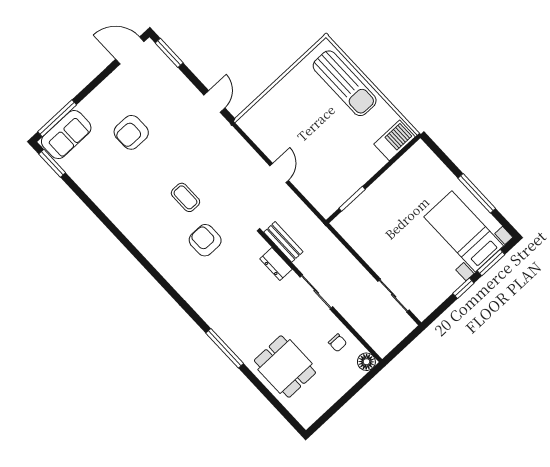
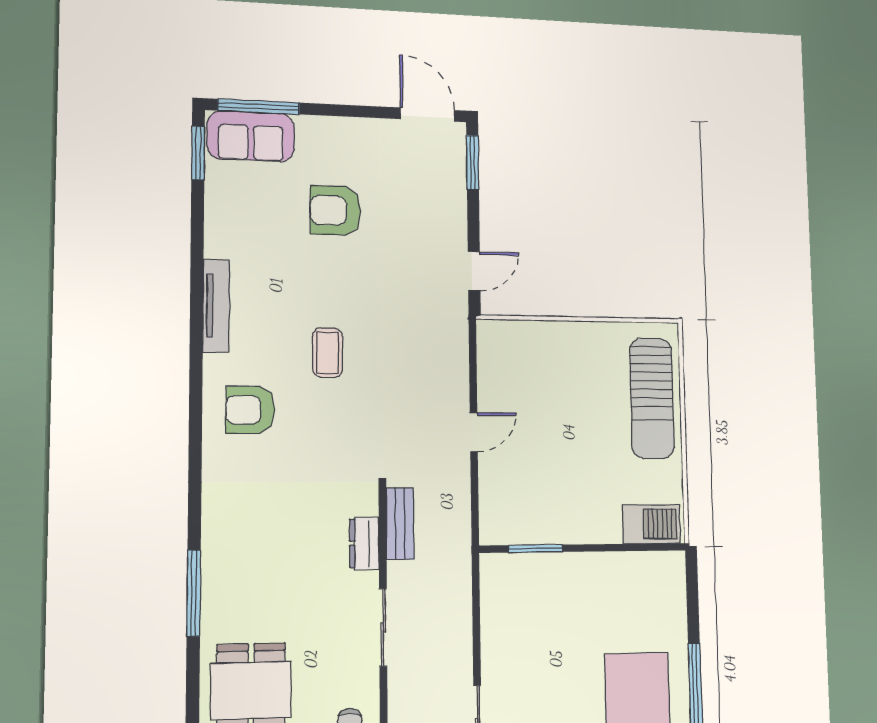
tv unit: (121, 221) -> (216, 306), added
armchair: (205, 240) -> (250, 410), moved, turned -90

